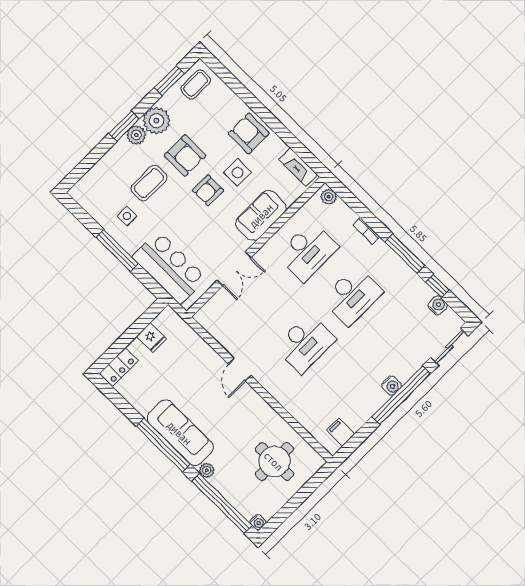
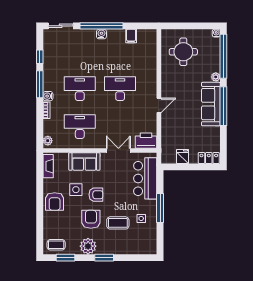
plant: (136, 135) -> (103, 249), removed
water cooler: (438, 305) -> (48, 96), moved
printer: (213, 313) -> (146, 141), added
filing cabinet: (341, 432) -> (131, 36), moved

